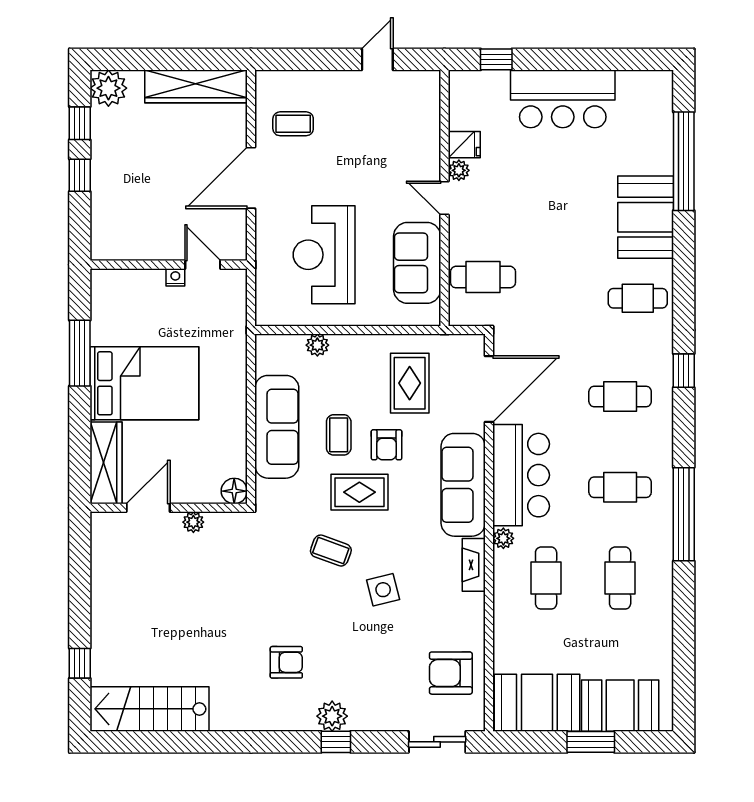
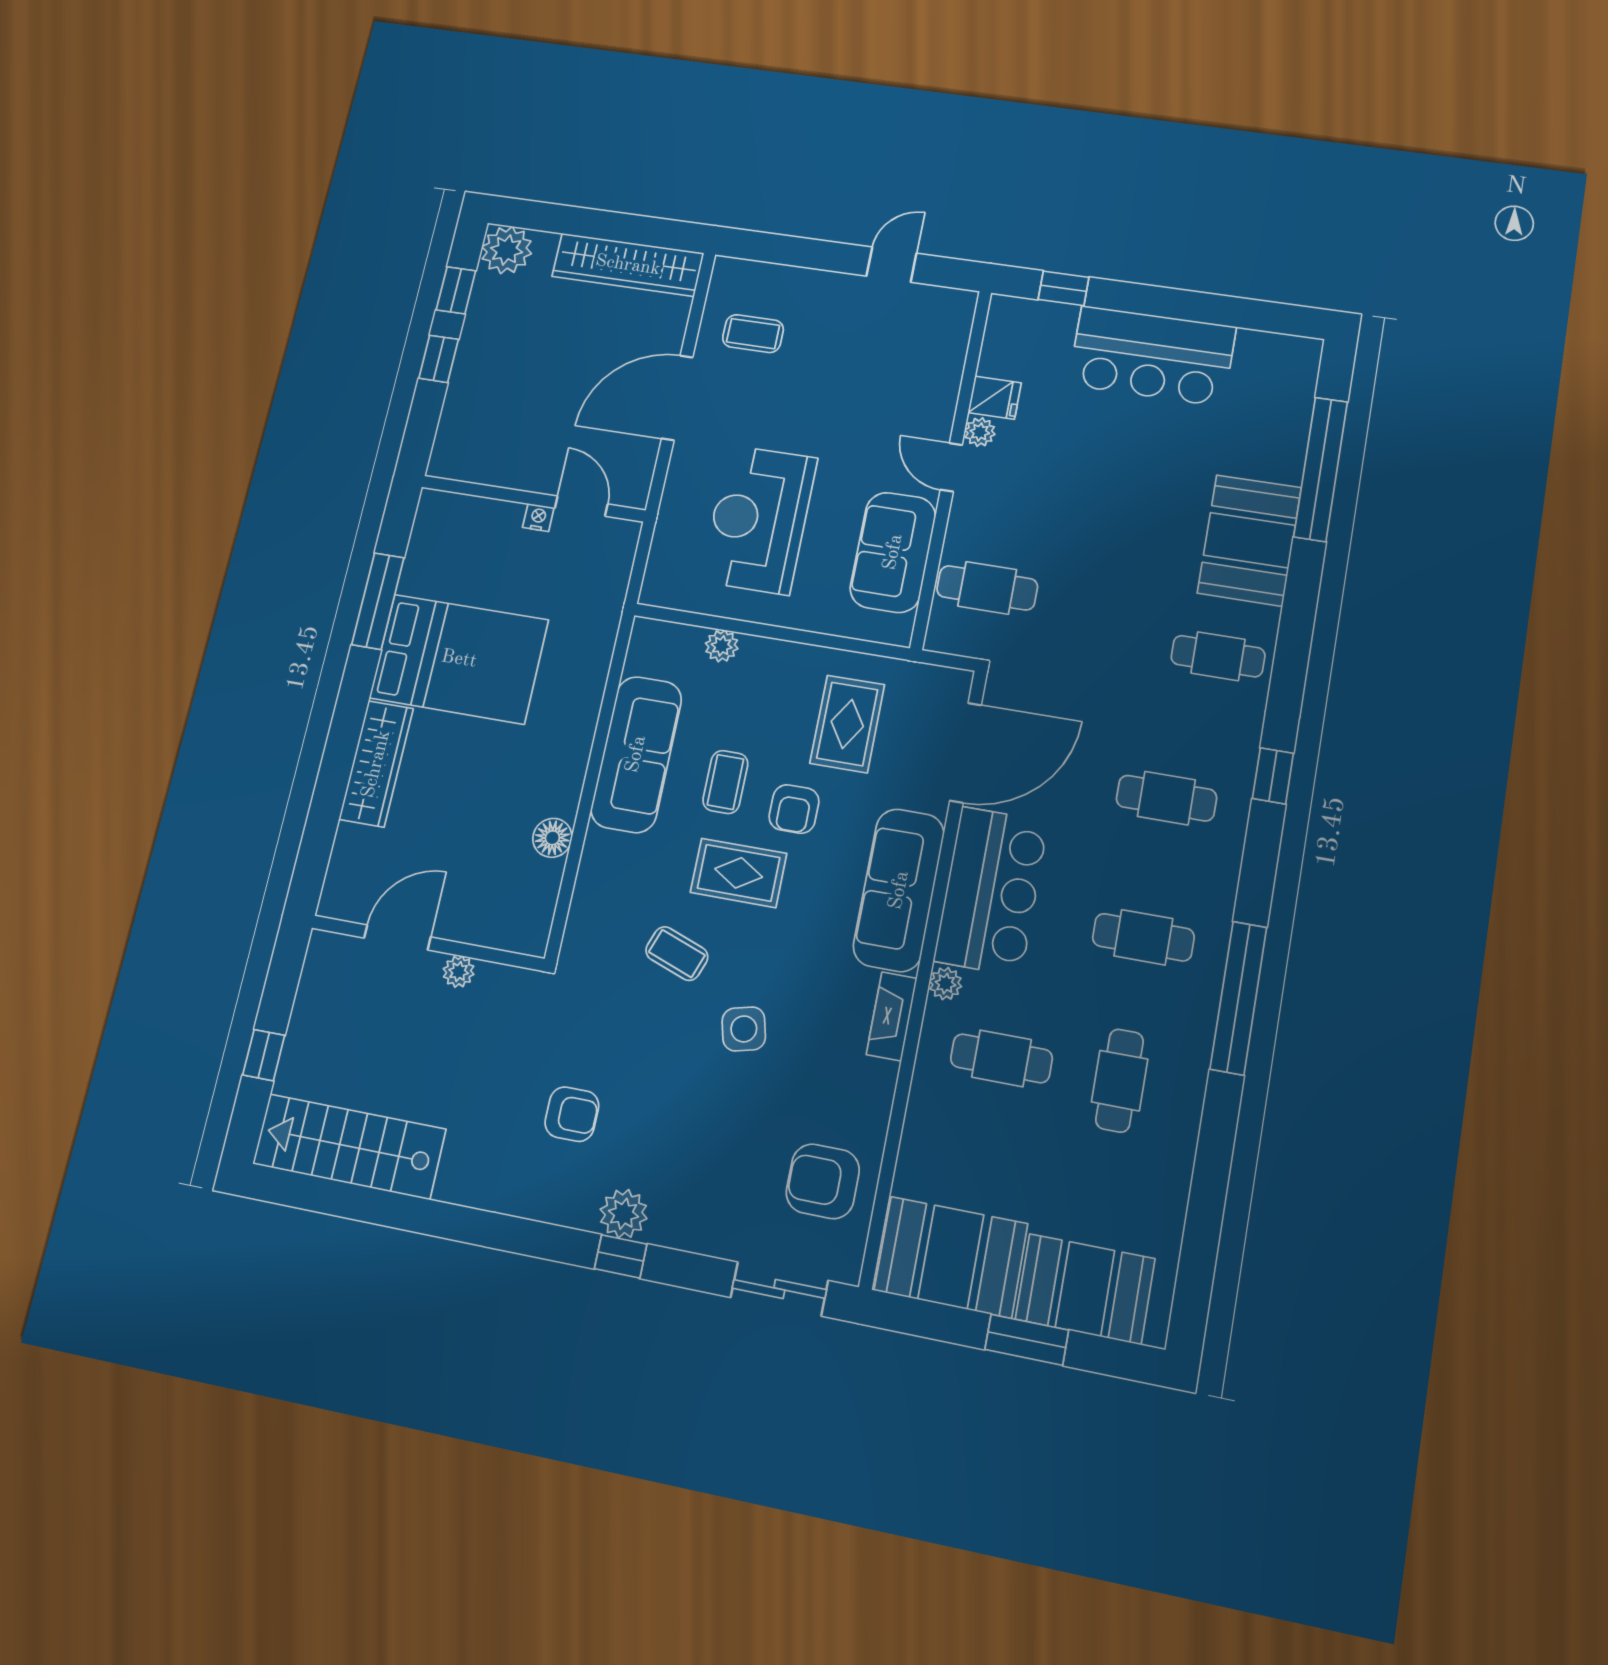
door: (148, 508) -> (397, 937), moved
wall: (169, 508) -> (427, 943), moved
plant: (193, 522) -> (459, 972), moved
cafe table: (546, 578) -> (1001, 1058), turned 90

